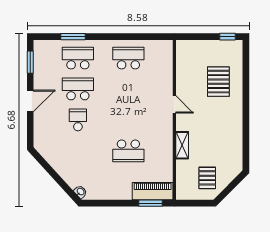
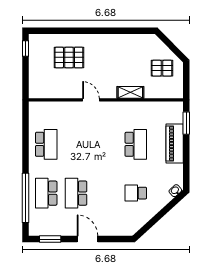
window: (73, 37) -> (26, 198), width x2.11
school desk: (128, 58) -> (46, 144), turned 180
door: (174, 104) -> (91, 100), hinge flipped
school desk: (78, 120) -> (136, 193), moved
piano: (153, 191) -> (175, 143), moved

